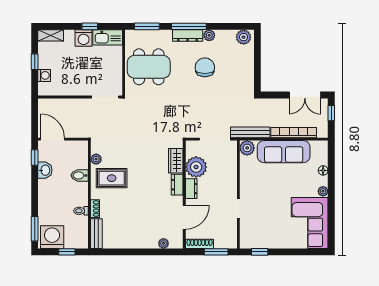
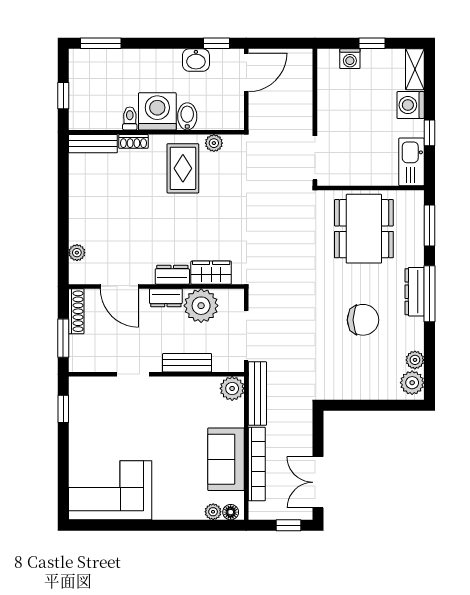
plant: (209, 35) -> (415, 360), moved
washing machine: (84, 38) -> (411, 105), moved
sofa: (284, 152) -> (226, 459), width x0.73
floor lamp: (323, 170) -> (231, 512), moved
bench: (231, 176) -> (187, 363), added
plant: (323, 191) -> (213, 512), moved
washing machine: (52, 237) -> (157, 111), moved, turned -90

